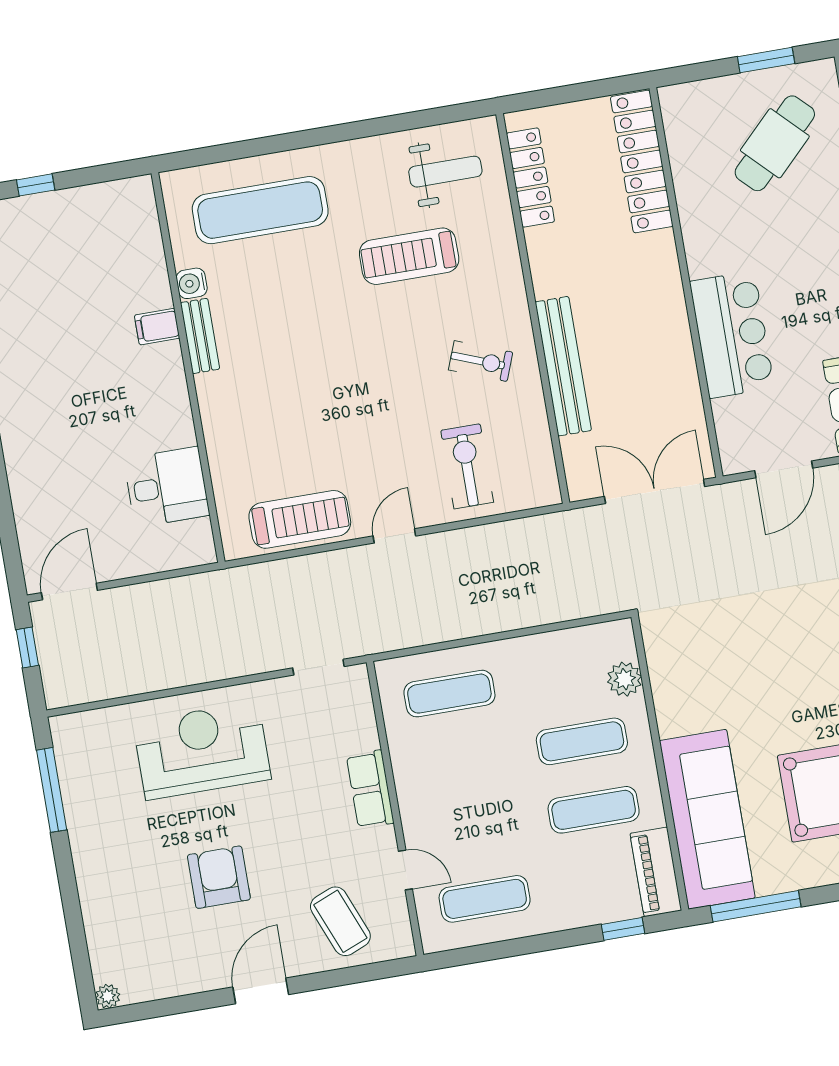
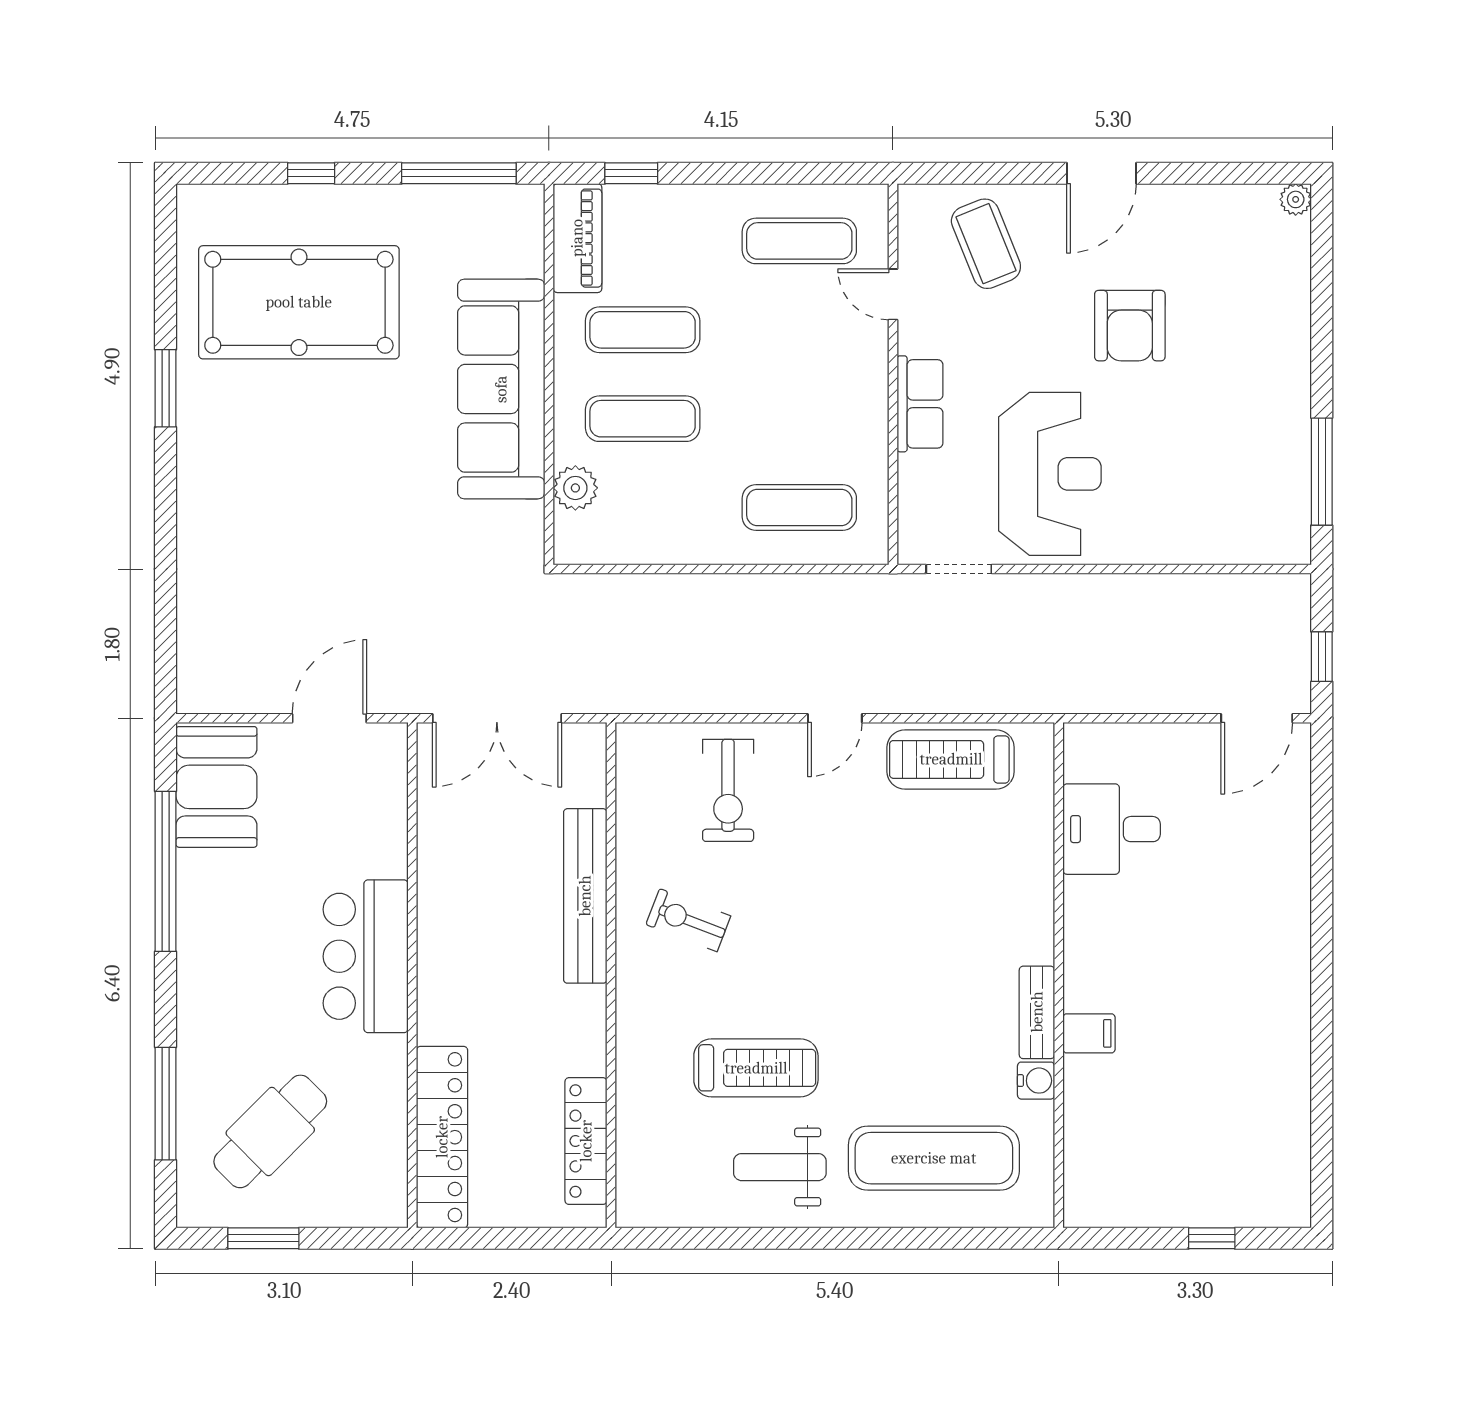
weight bench: (445, 172) -> (780, 1167), moved
bar counter: (732, 335) -> (366, 956), moved
reception desk: (202, 751) -> (1050, 474), moved, turned -90
sofa: (707, 819) -> (501, 389), moved

